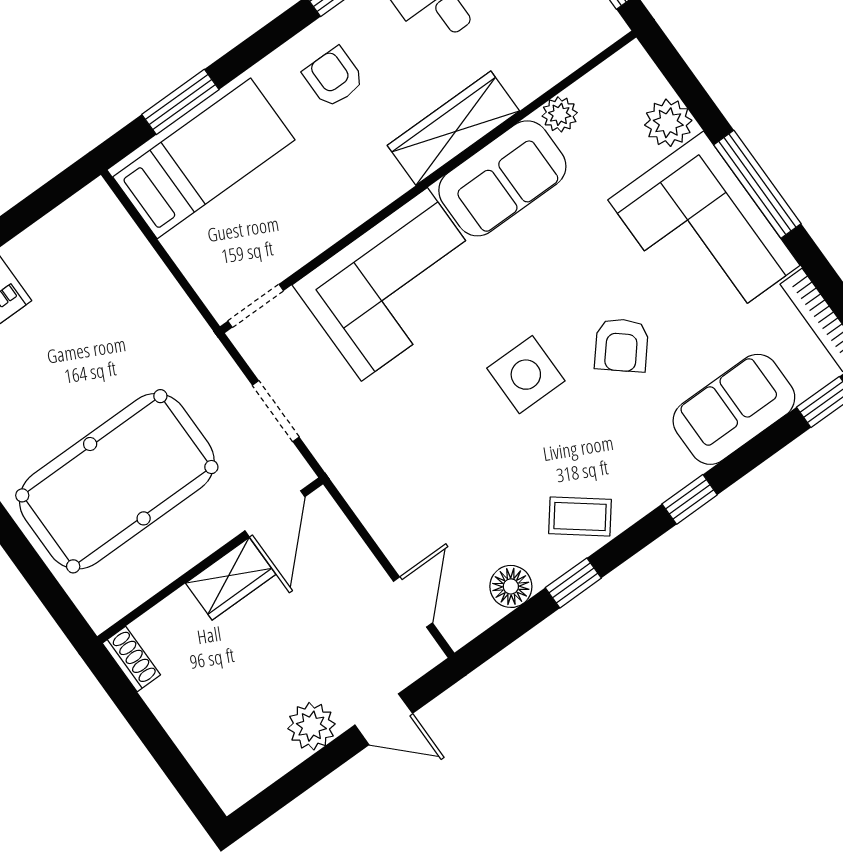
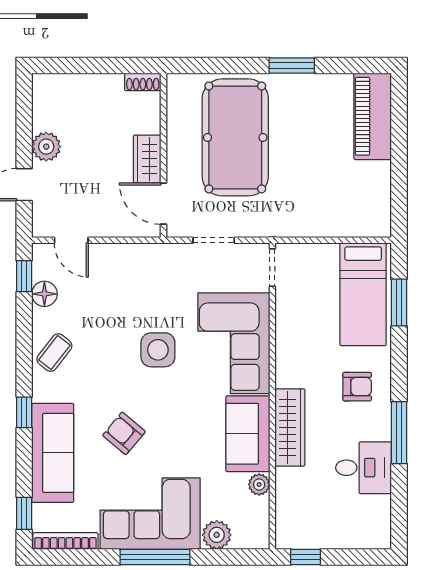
side table: (526, 375) -> (158, 350), moved
sofa: (734, 409) -> (53, 453), width x1.36
window: (573, 583) -> (24, 276), moved

